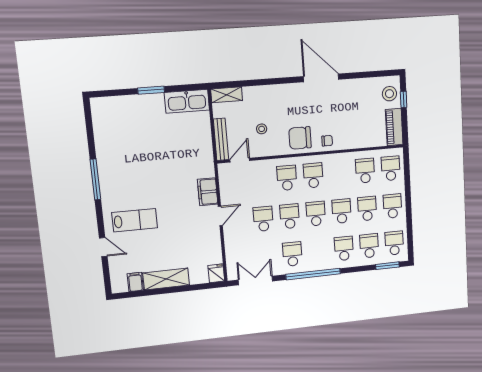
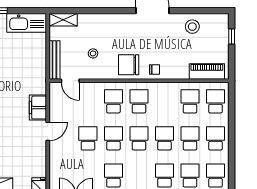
stool: (389, 94) -> (192, 27), moved
piano: (394, 127) -> (207, 72), moved, turned 90
door: (240, 160) -> (70, 81), swing flipped

